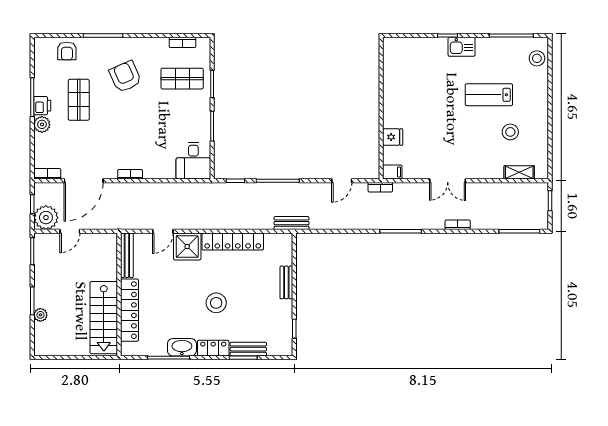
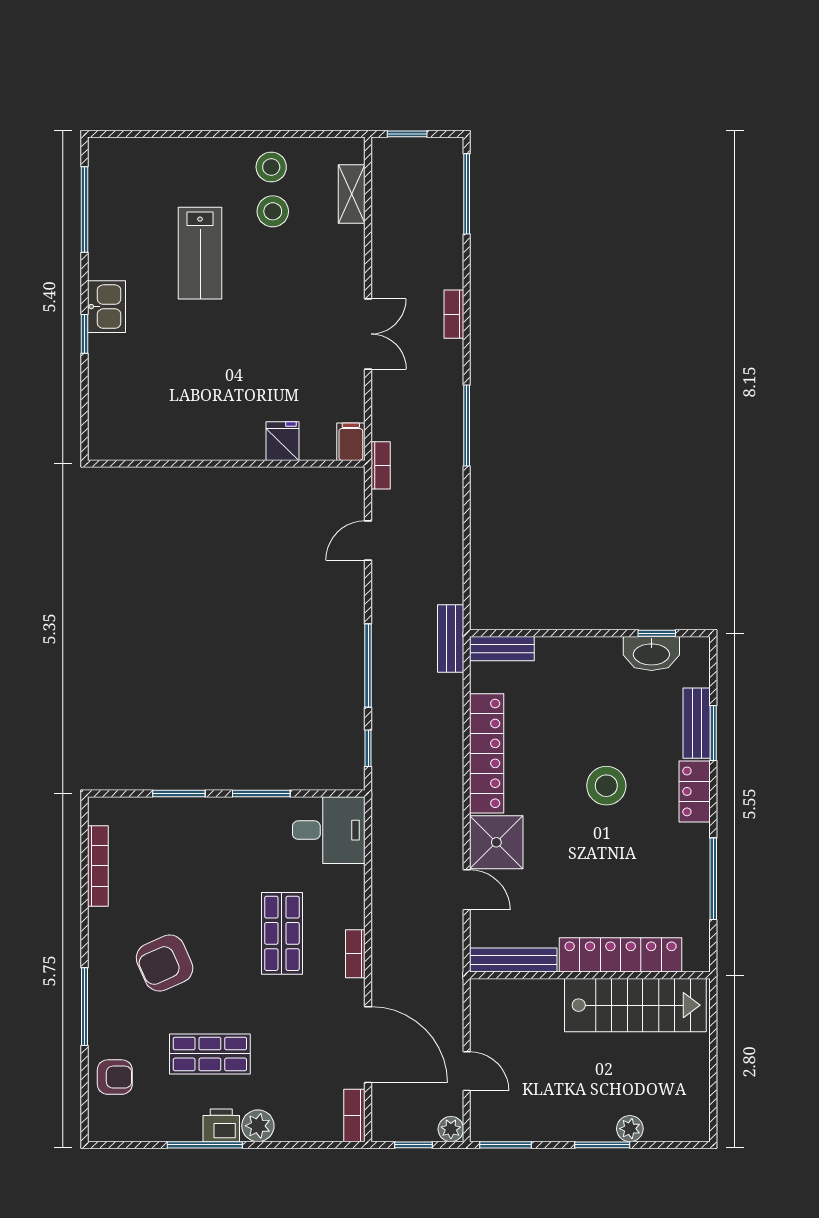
bookcase: (182, 42) -> (98, 866), width x1.56
stool: (537, 58) -> (271, 167), moved
shop shelf: (182, 79) -> (282, 933), moved
door: (342, 181) -> (368, 540), swing flipped
plant: (46, 218) -> (451, 1129), width x0.53, depth x0.53
bench: (286, 282) -> (502, 649), moved
washbasin: (182, 347) -> (651, 653), moved, turned -90

